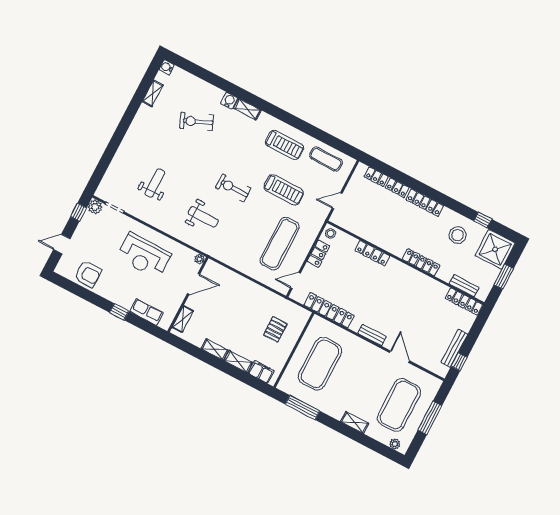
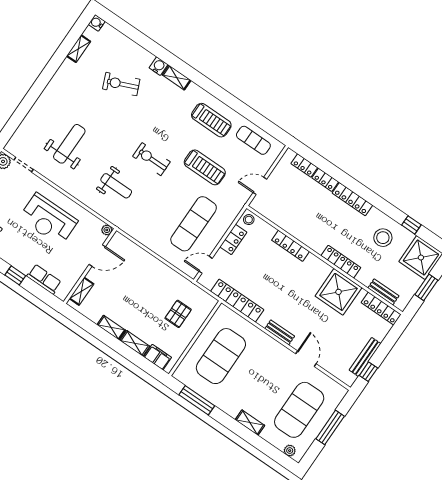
weight bench: (155, 183) -> (69, 144), width x1.36, depth x1.33
shower: (422, 291) -> (338, 292), added

